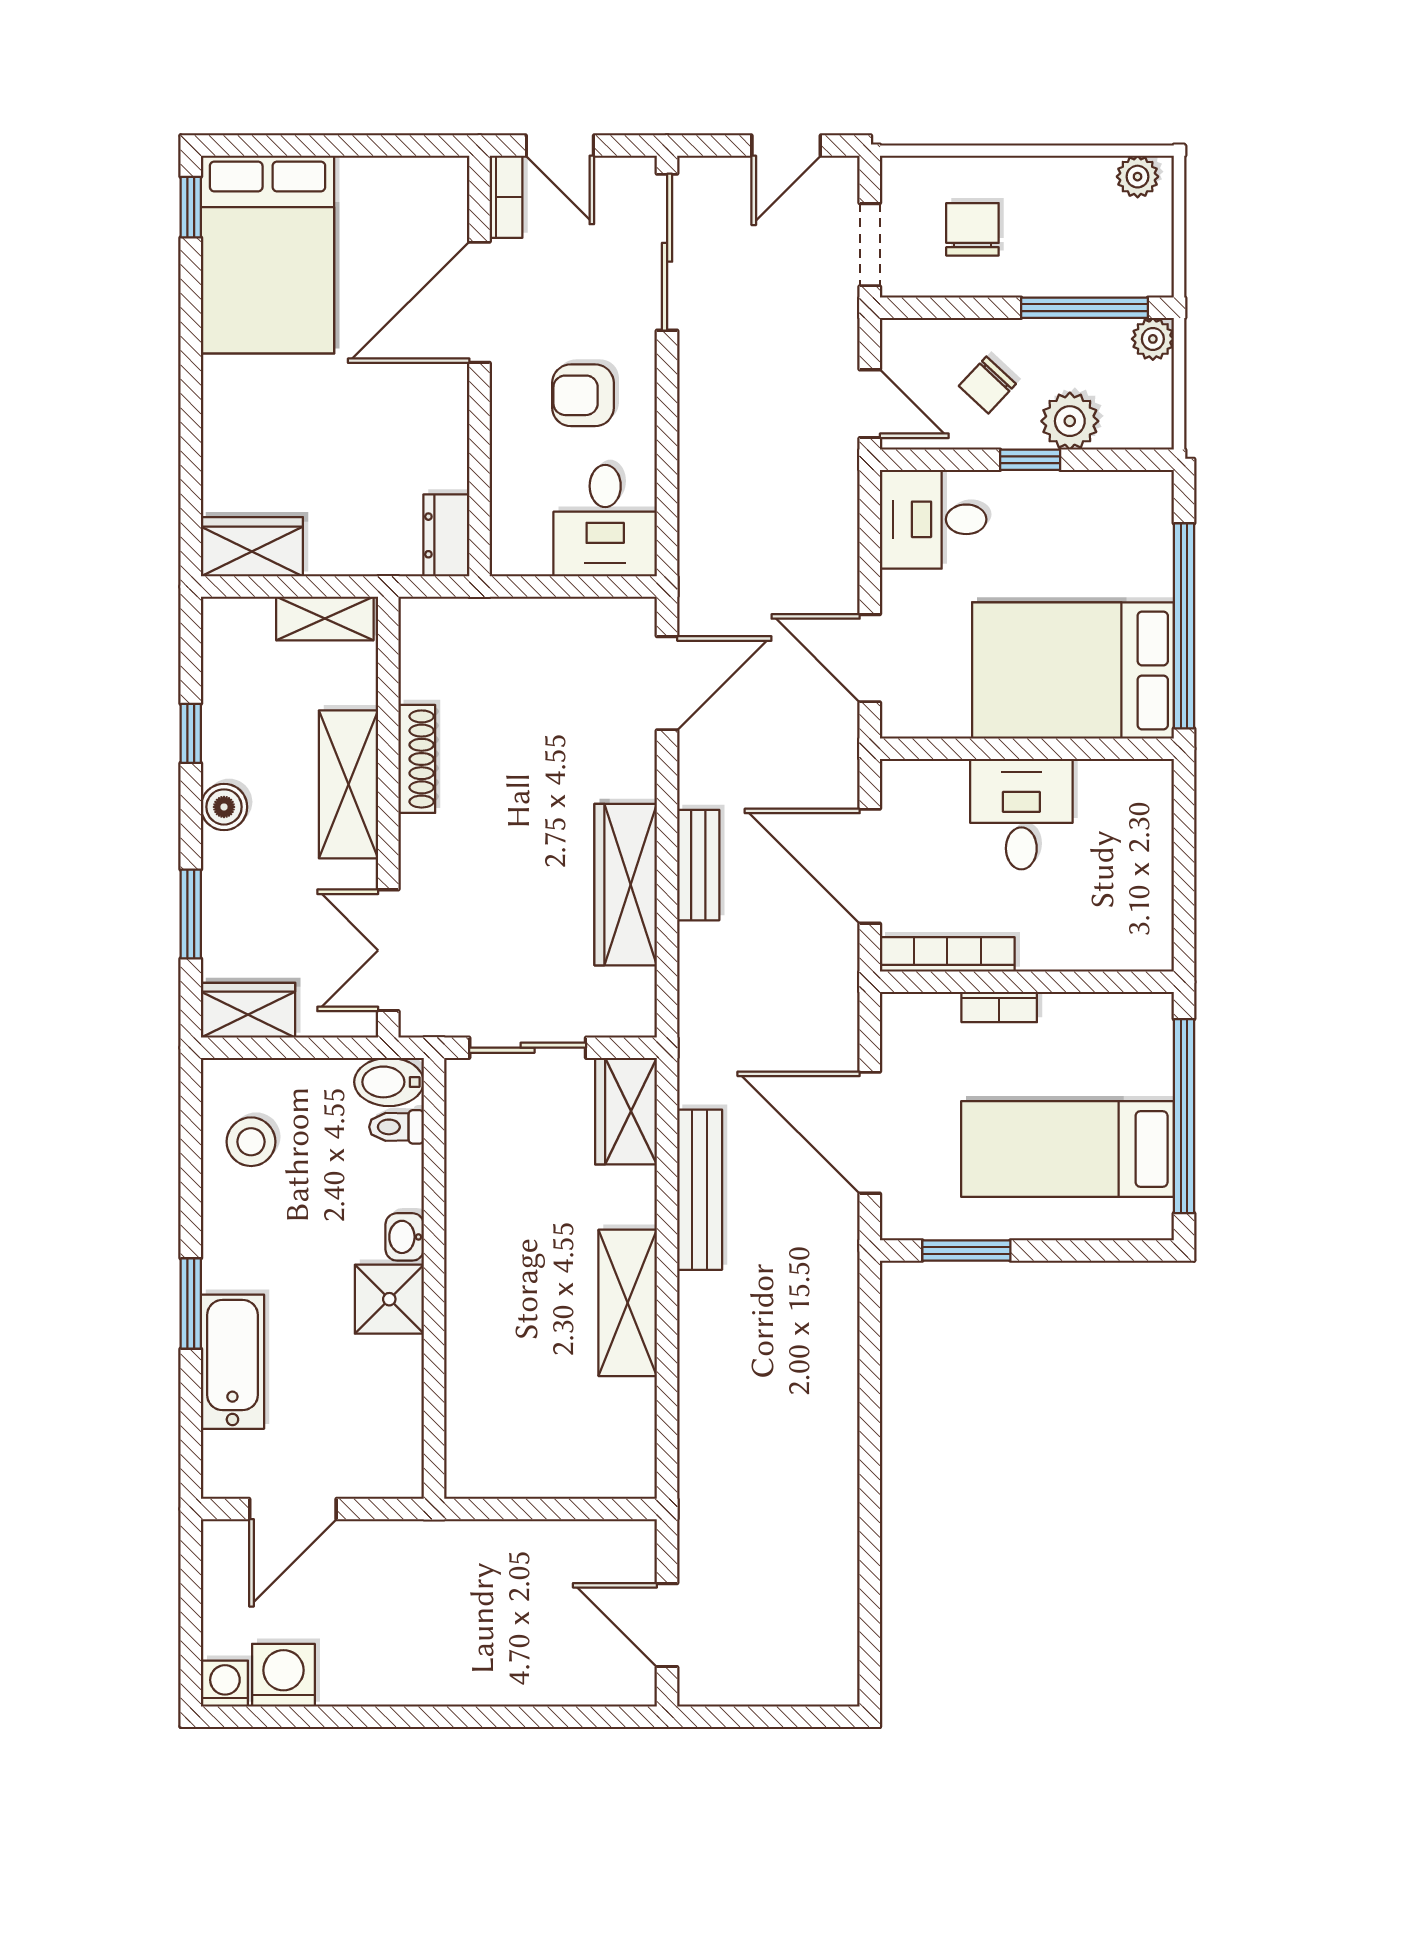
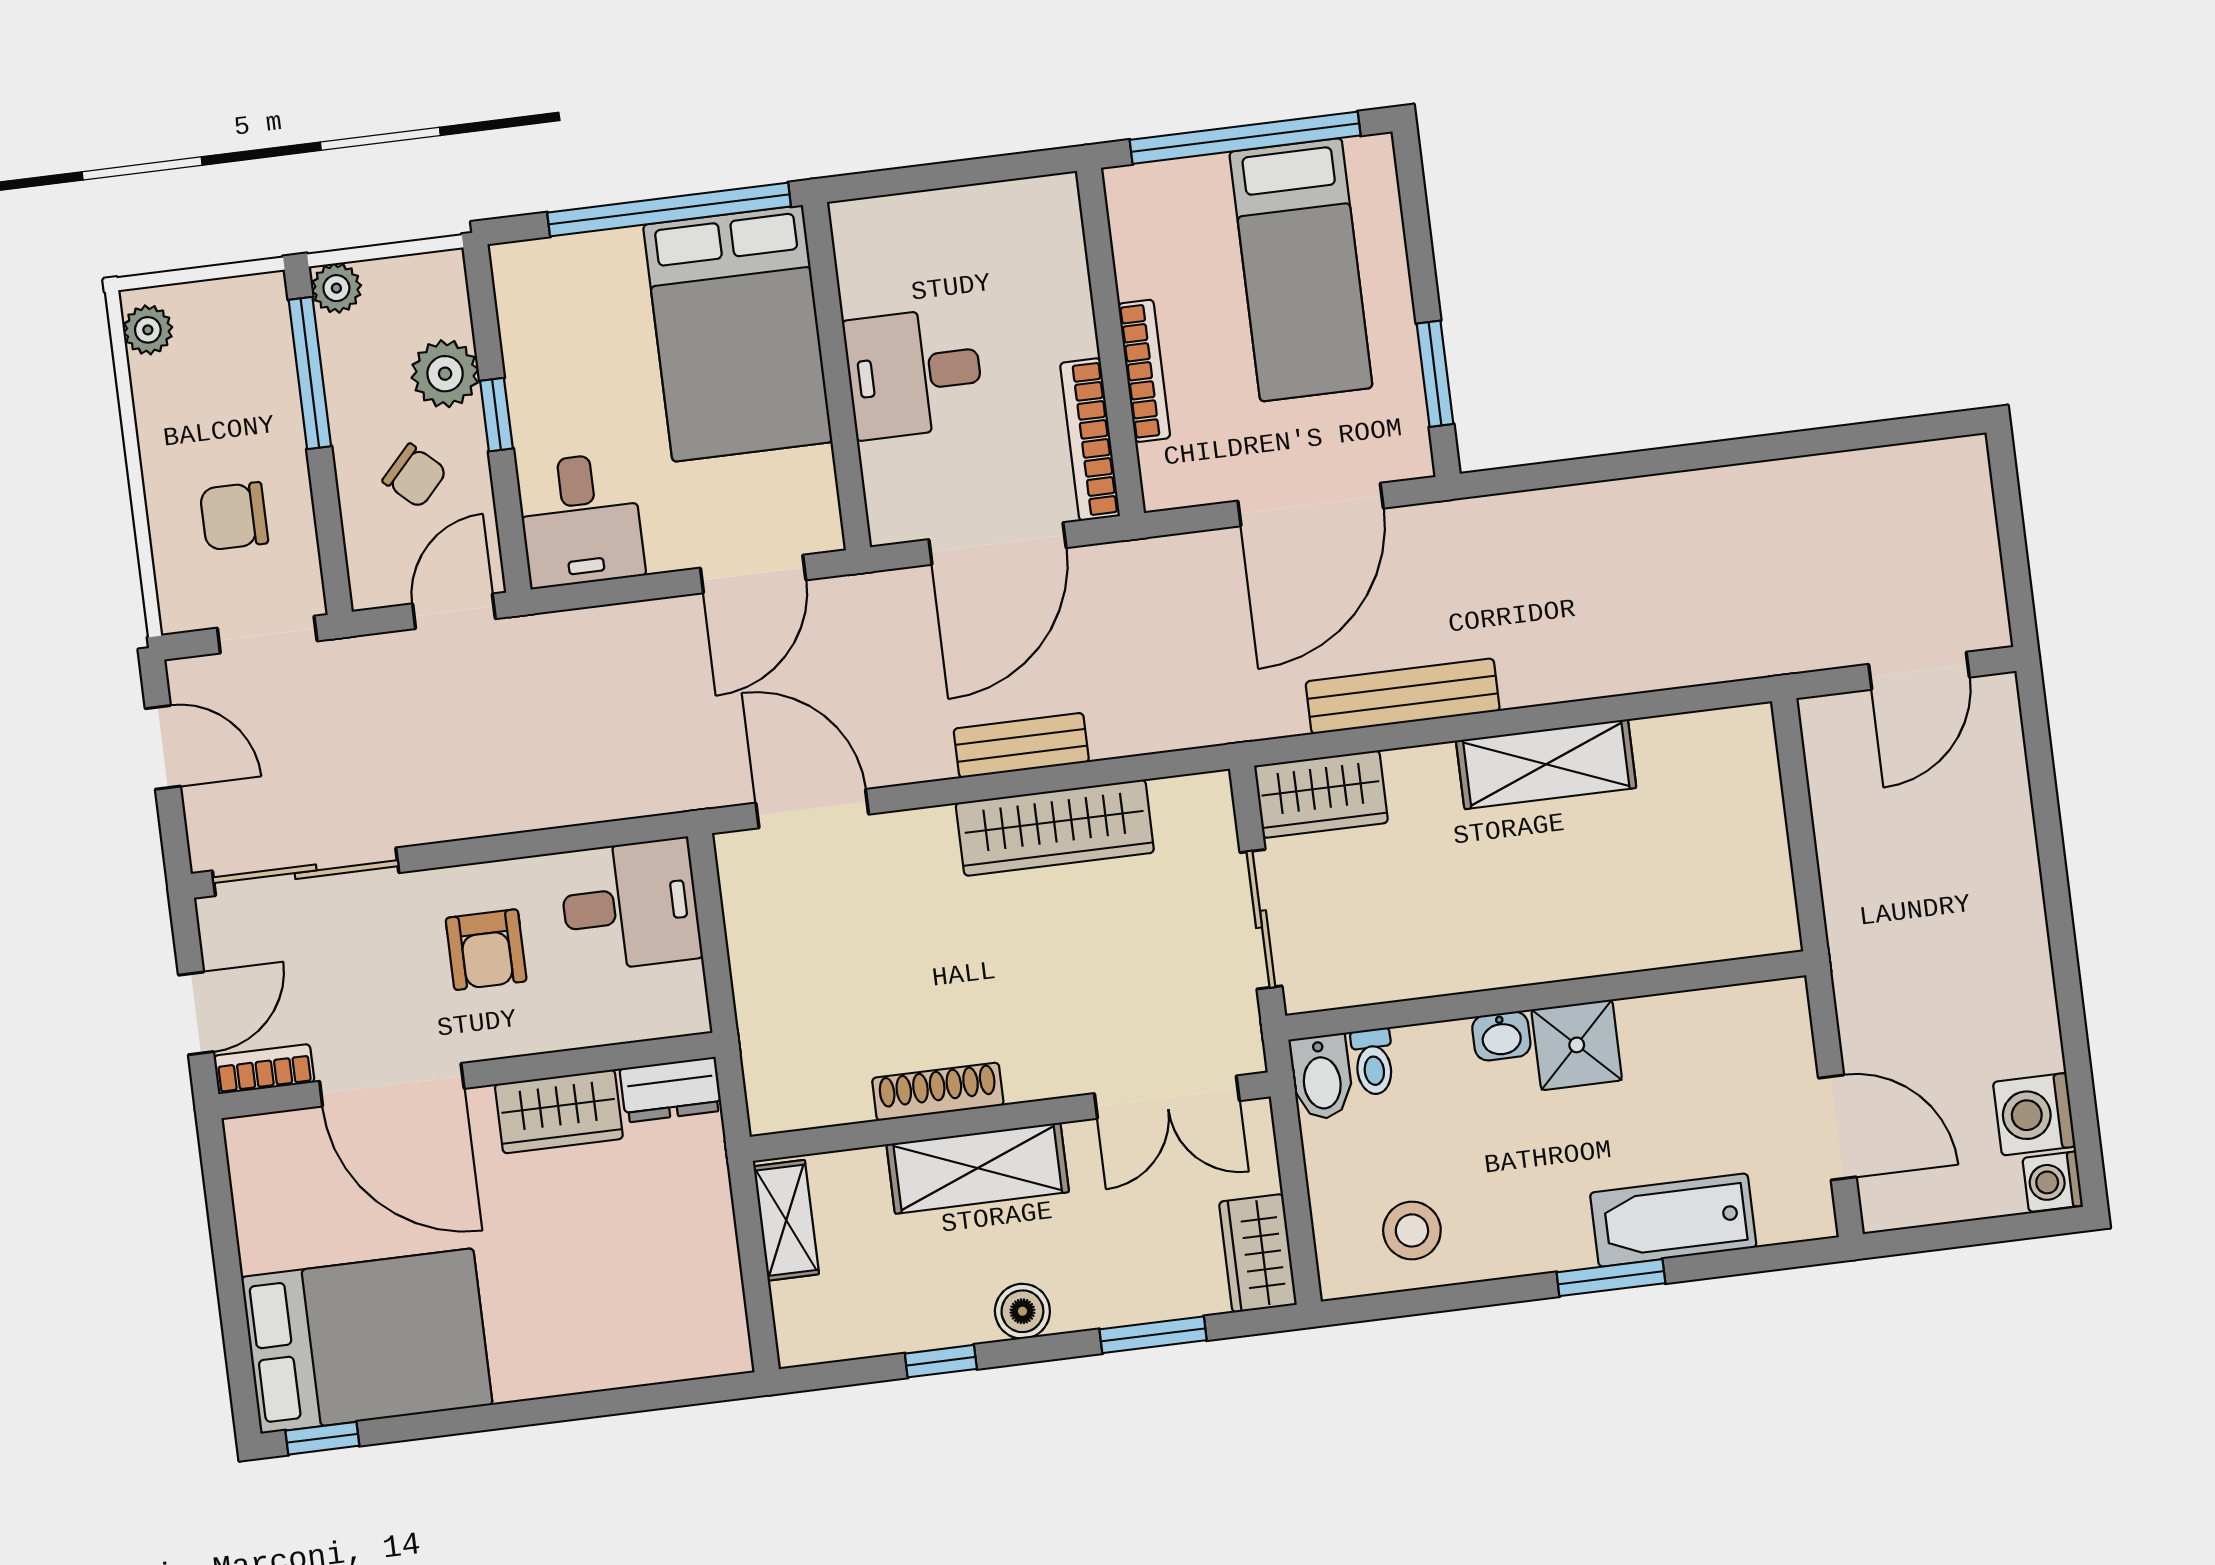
wardrobe: (252, 547) -> (559, 1111), moved, turned -90
bookcase: (999, 1007) -> (1144, 371), width x1.56

